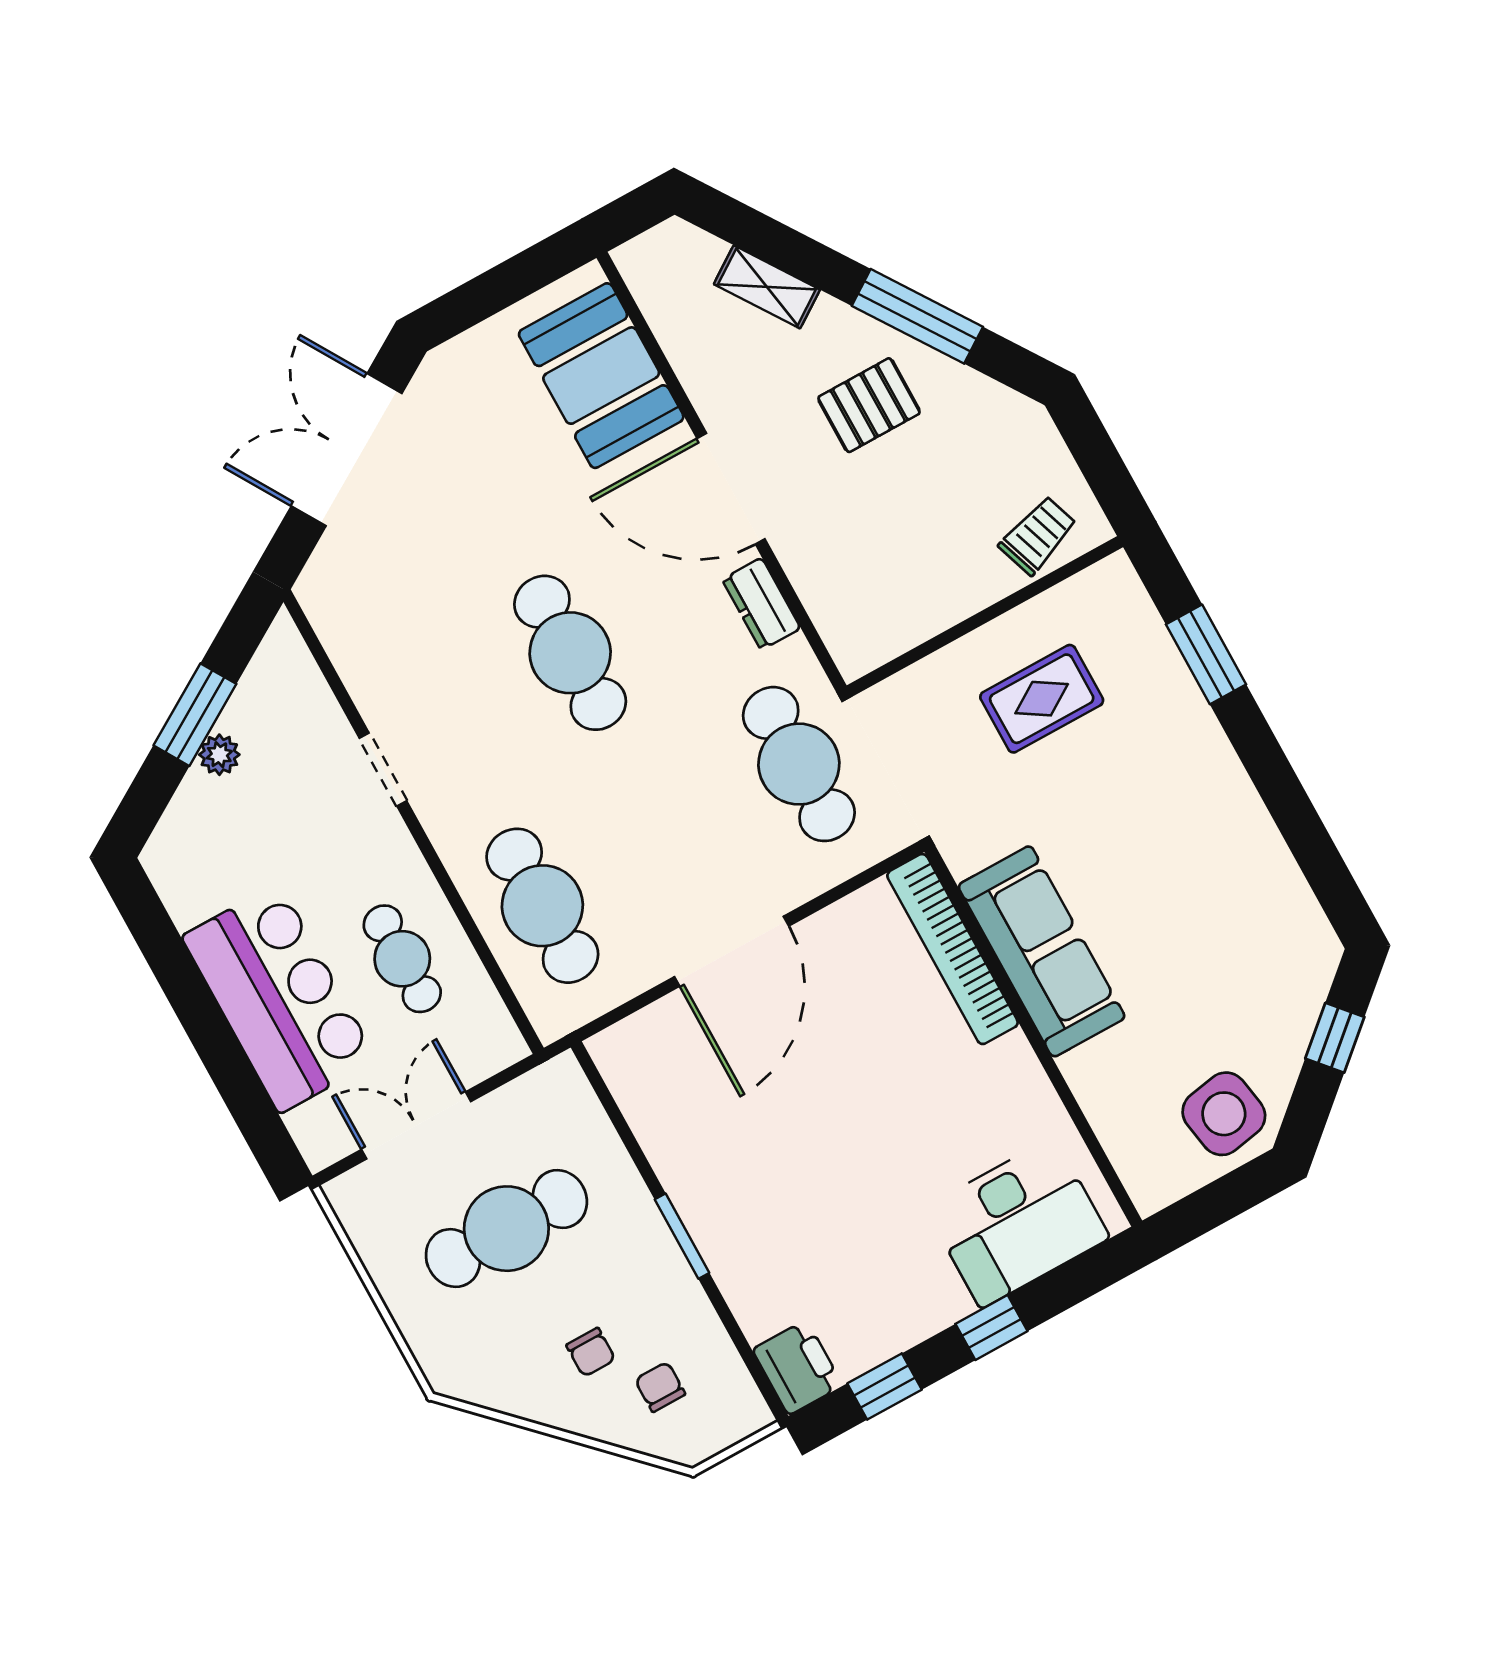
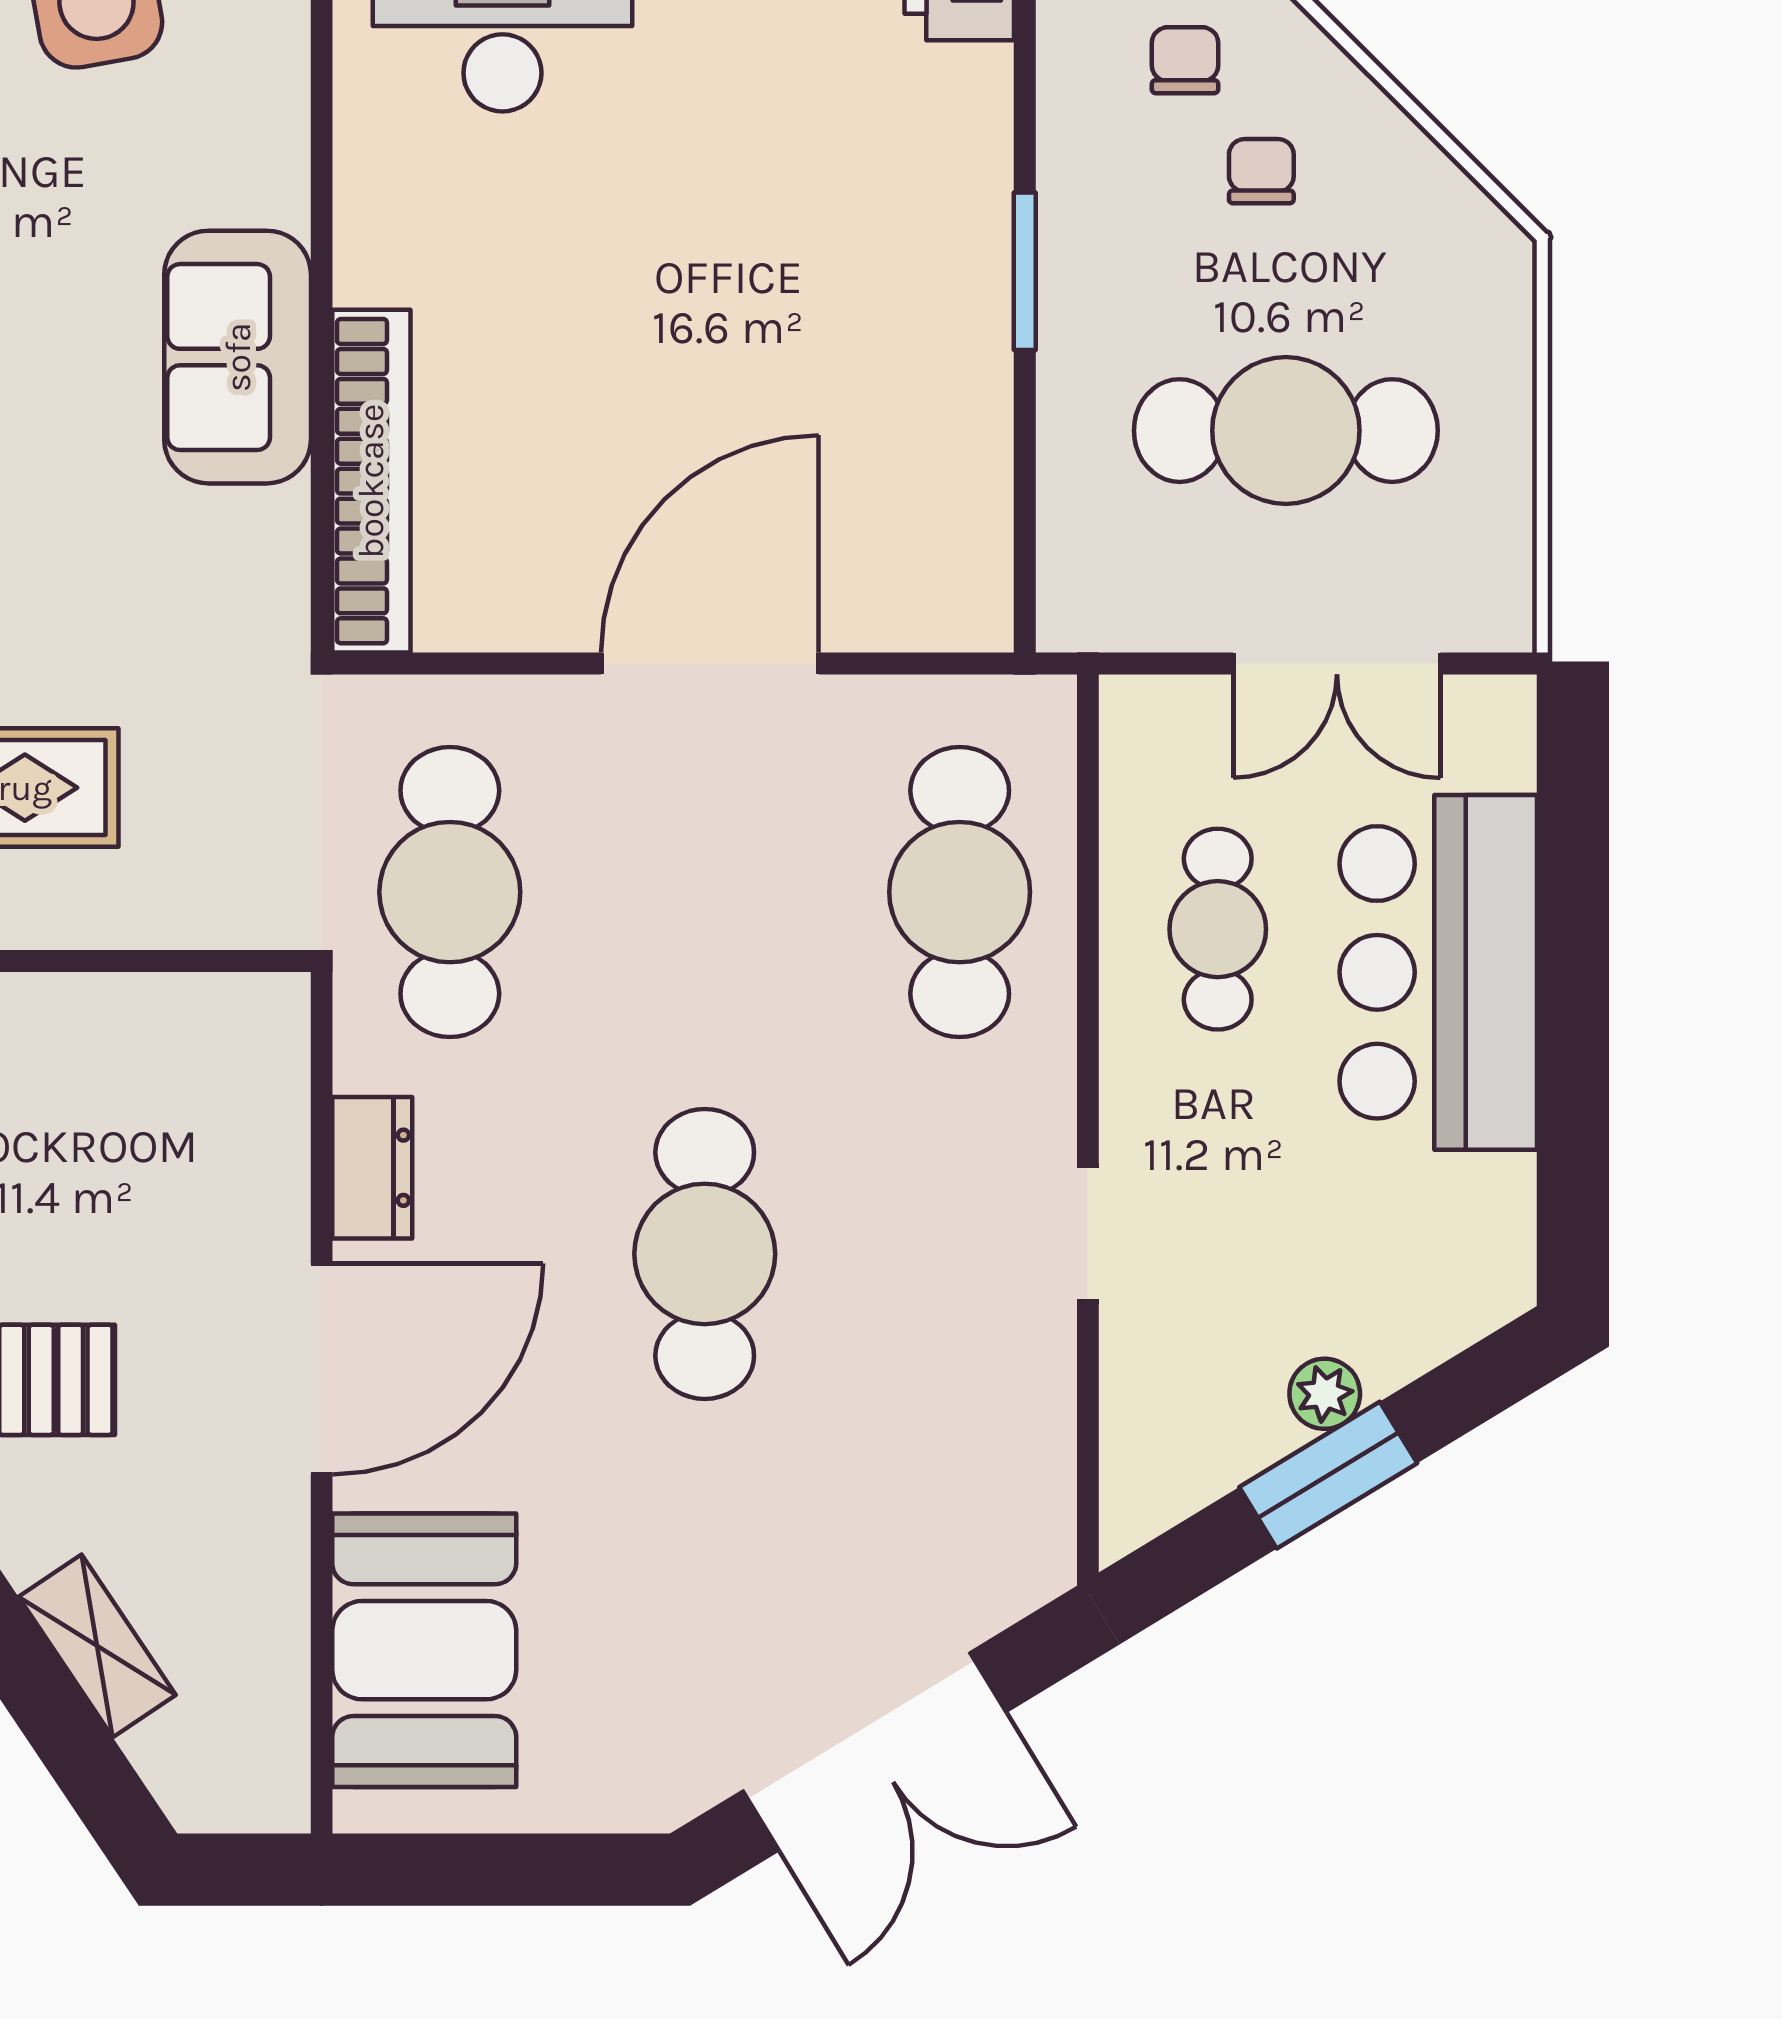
door: (731, 489) -> (322, 1369), hinge flipped
sofa: (1042, 951) -> (238, 357), width x0.73
chair: (660, 1387) -> (1185, 60), turned 180

